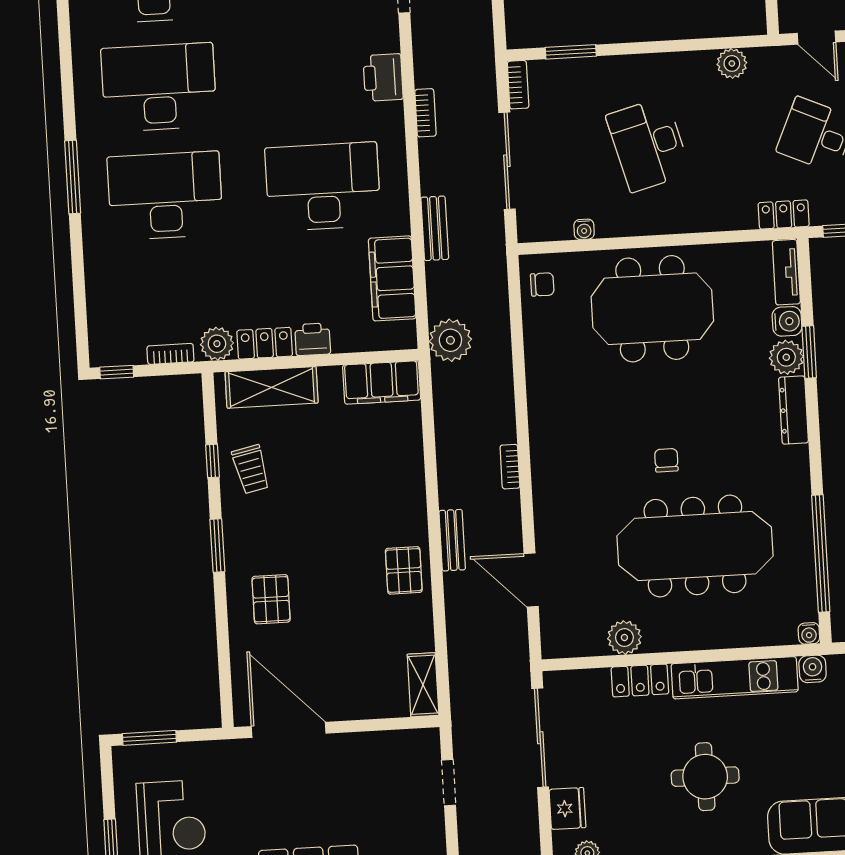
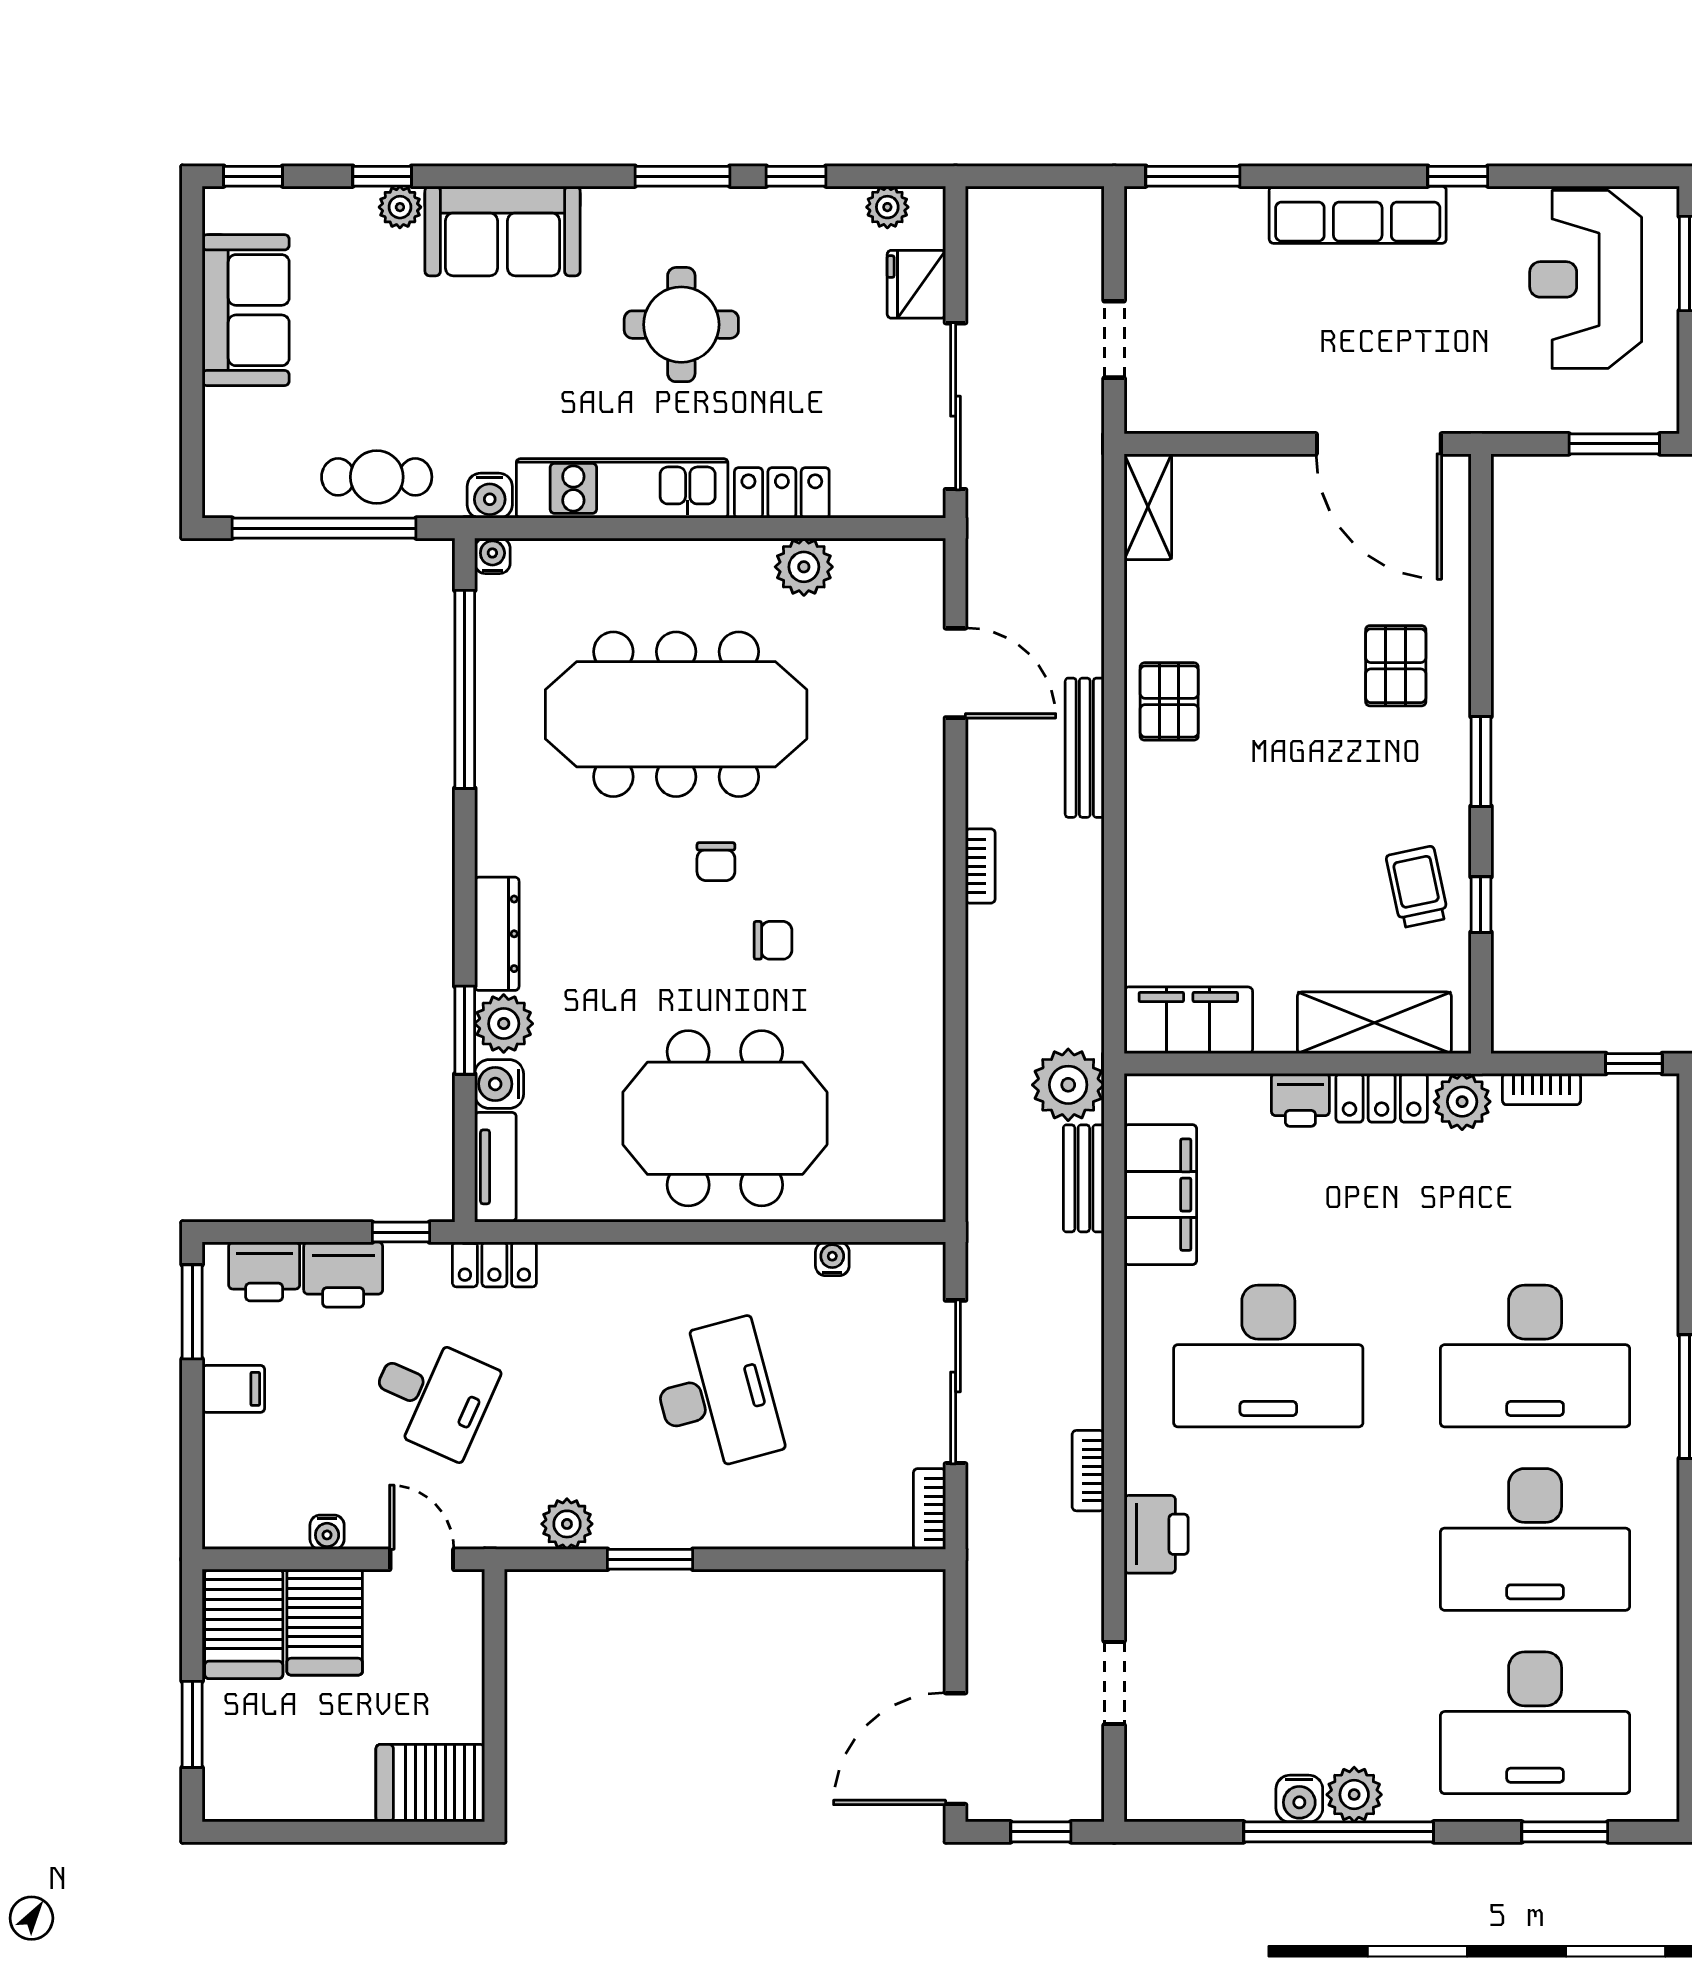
window: (571, 52) -> (650, 1559), moved
bench: (435, 228) -> (1084, 1178), moved
chair: (542, 284) -> (773, 940), moved, turned 180
bench: (452, 540) -> (1085, 748), width x1.36

